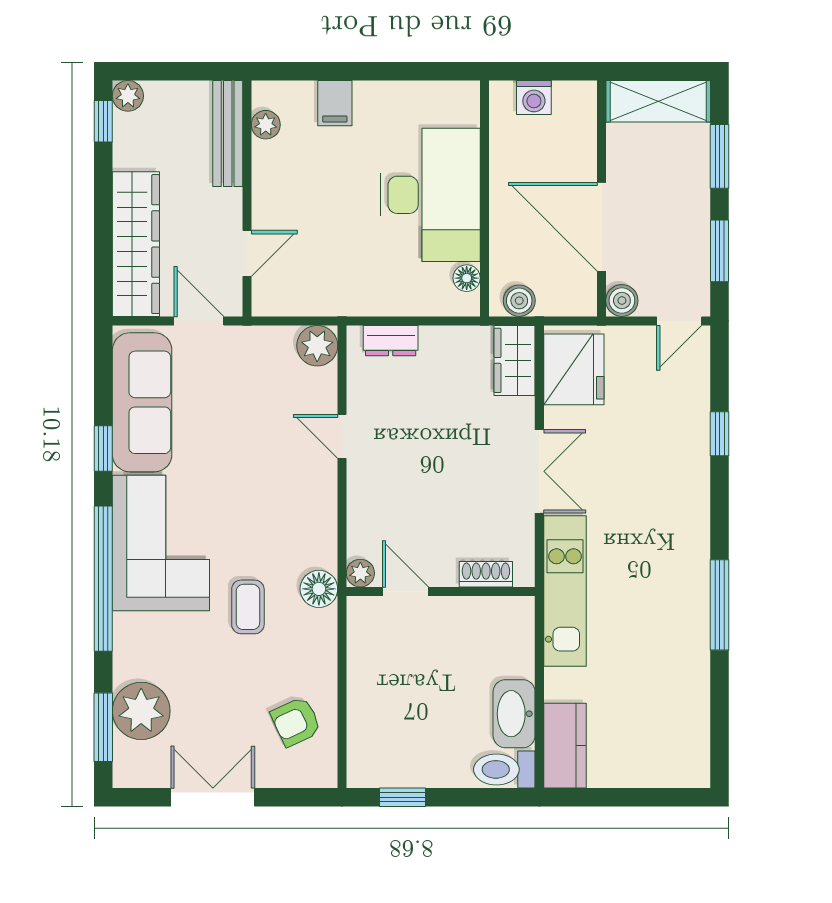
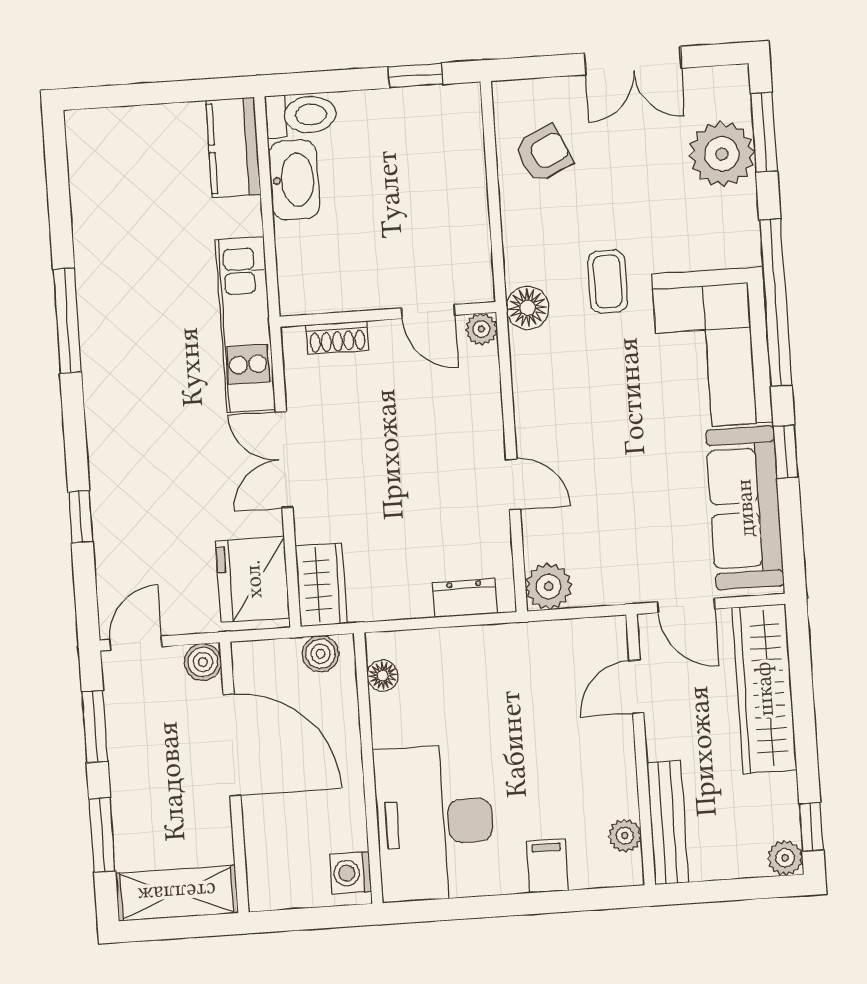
washing machine: (534, 98) -> (351, 873), moved, turned -90
desk: (430, 195) -> (435, 823), moved

